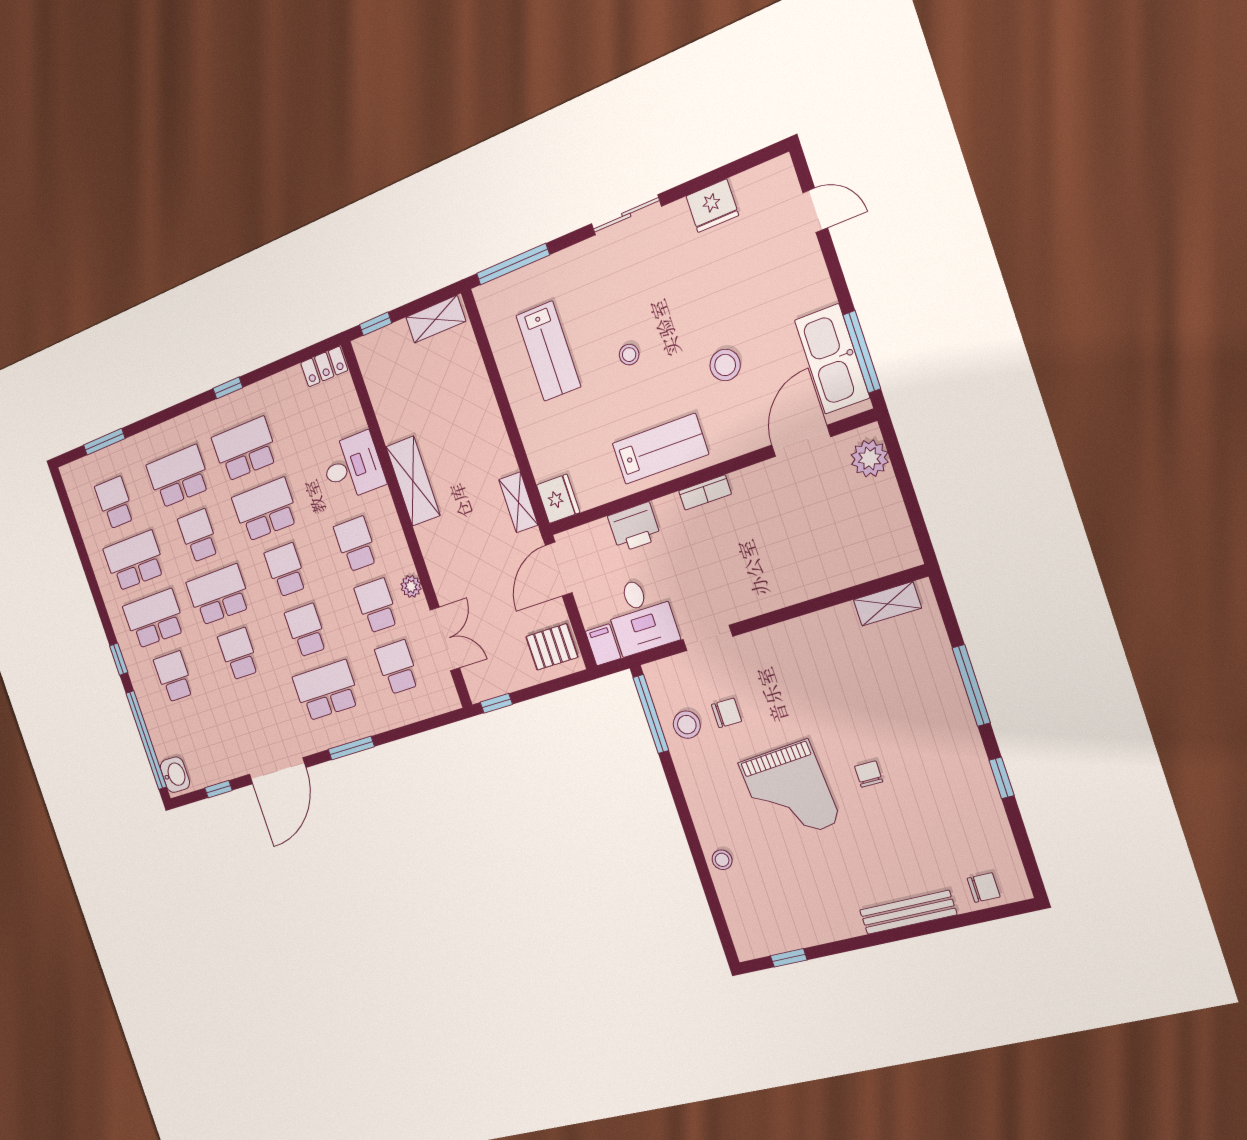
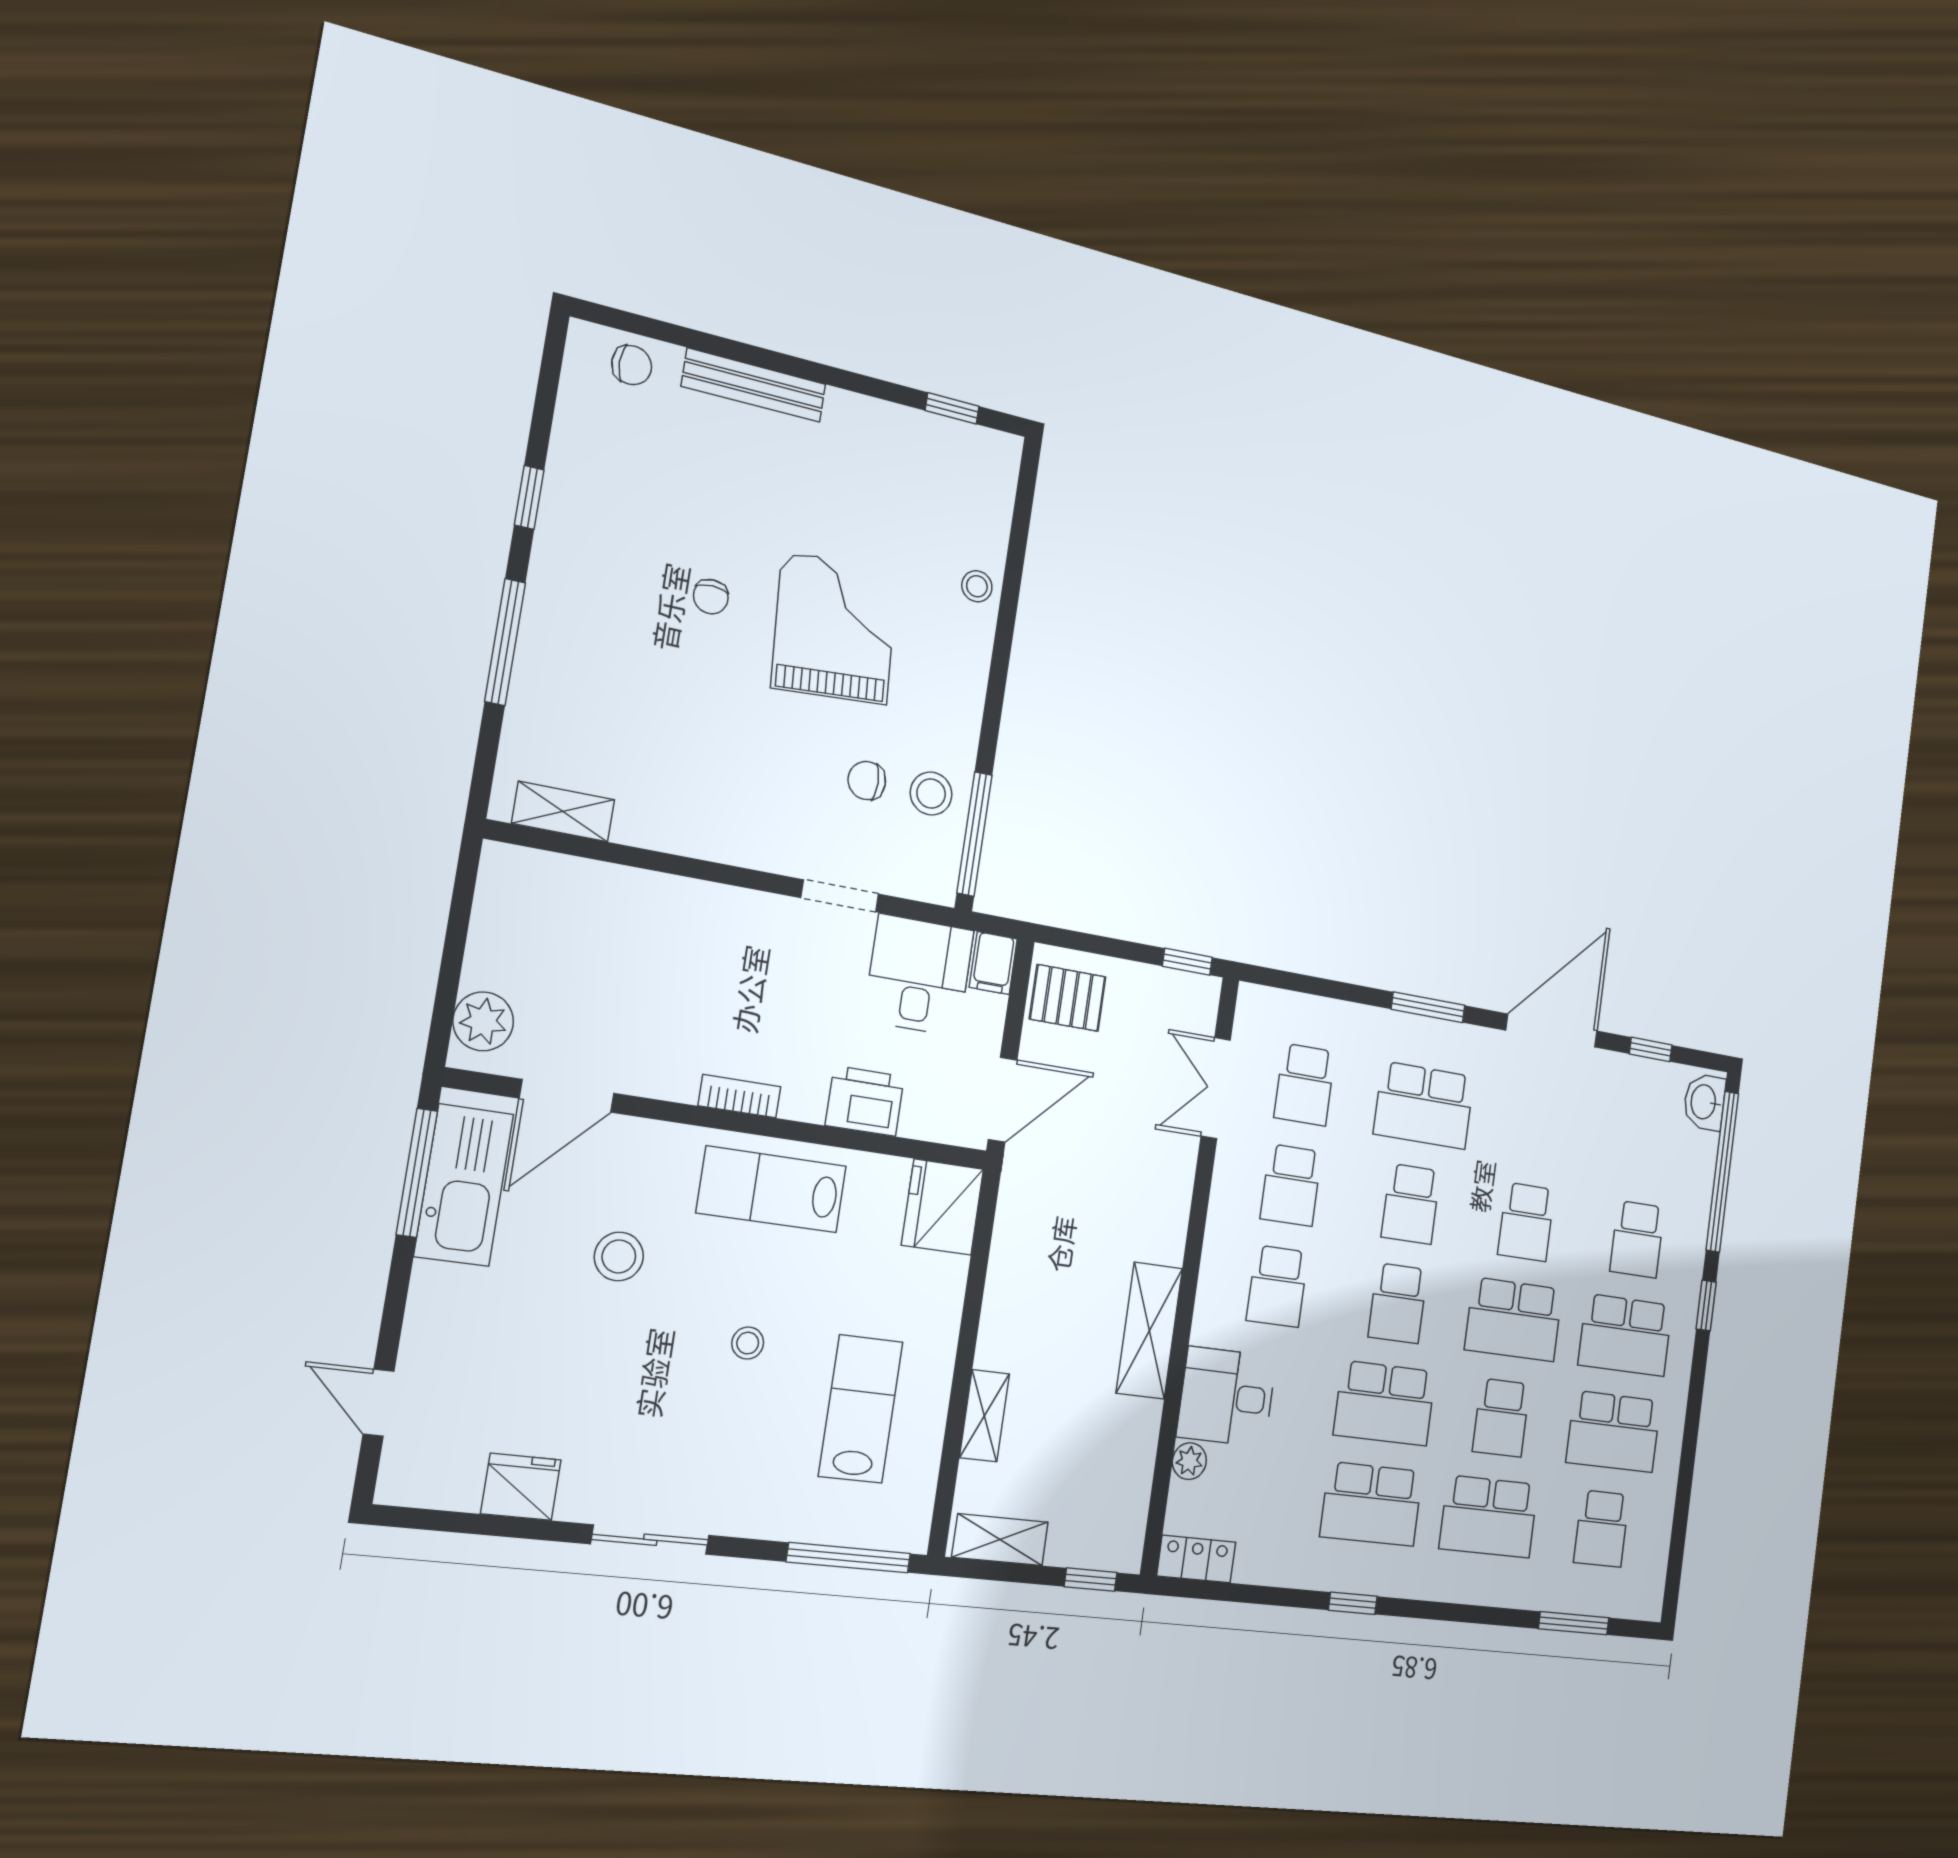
fridge: (558, 499) -> (943, 1207), width x1.36, depth x1.34
shelving: (518, 502) -> (984, 1416), moved
plant: (411, 586) -> (1189, 1461), moved
chair: (984, 888) -> (632, 365), turned 180

